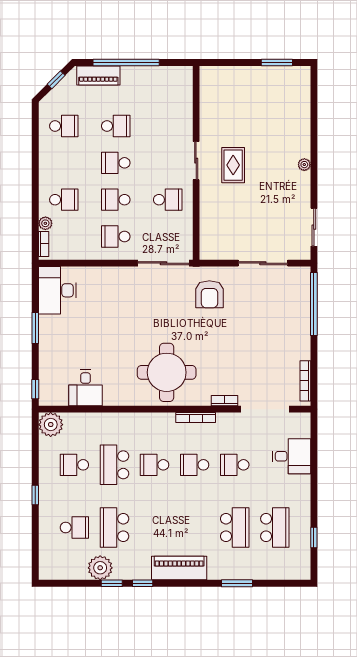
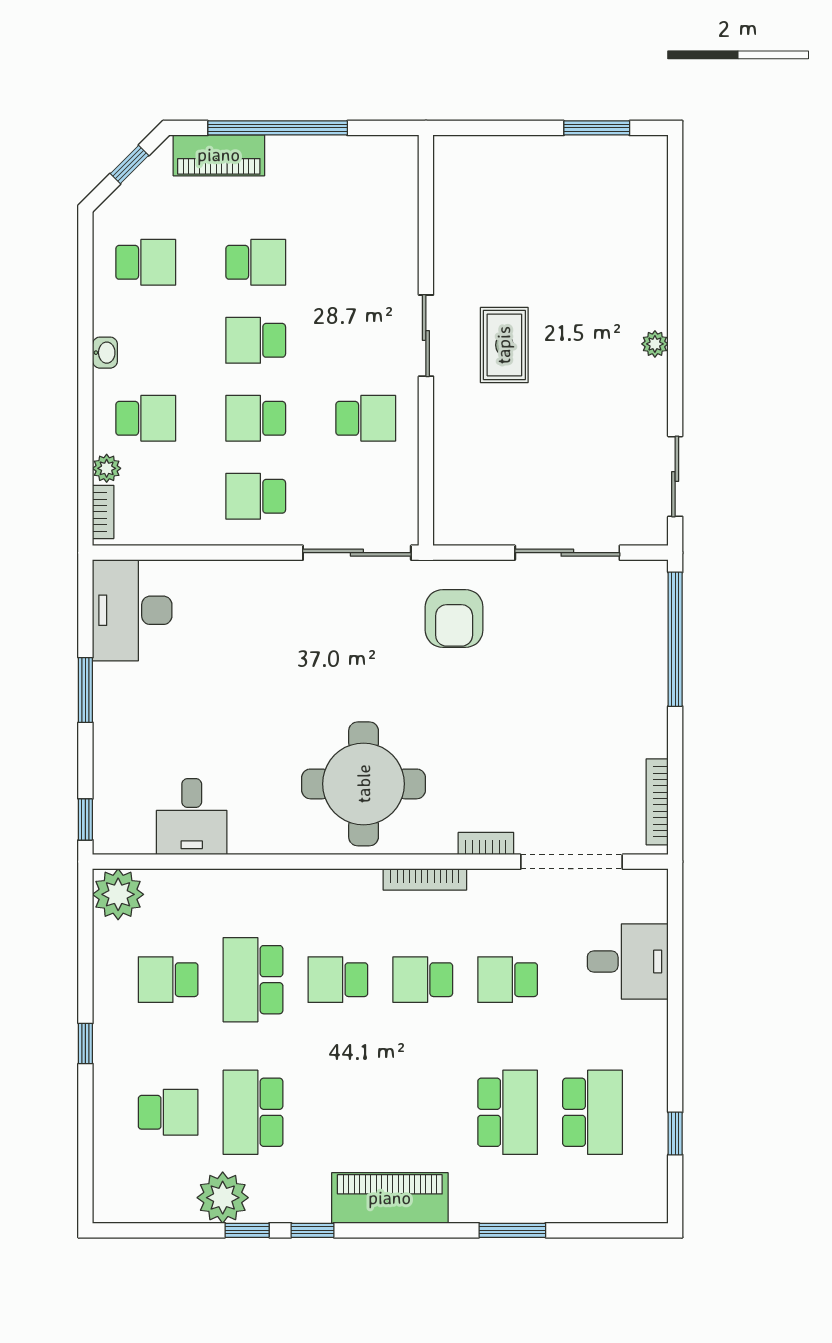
washbasin: (45, 169) -> (105, 353), added

